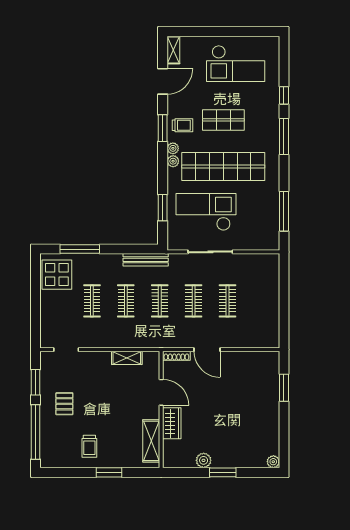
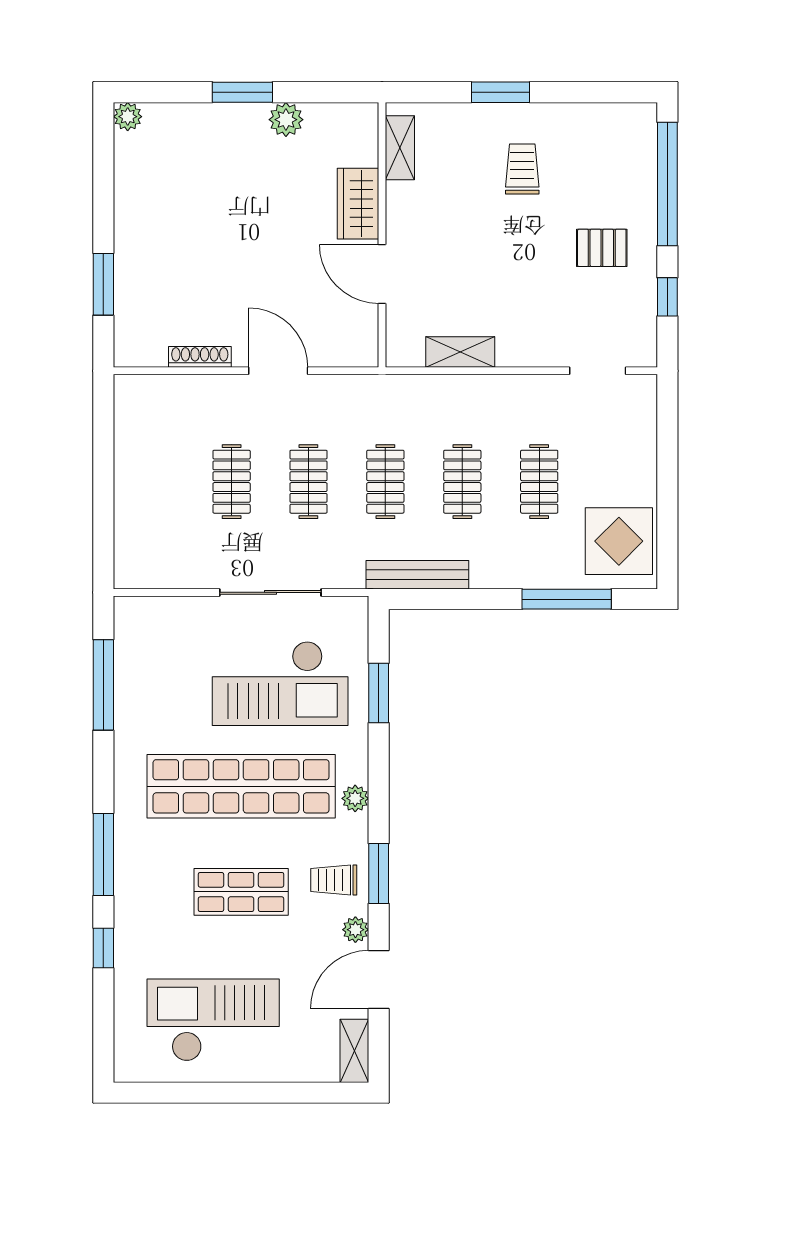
plant: (173, 148) -> (355, 930), moved
shoe rack: (176, 356) -> (200, 357), moved
window: (35, 382) -> (667, 297), width x0.67
pallet: (64, 404) -> (602, 248), turned 90
shelving: (151, 441) -> (400, 148), width x0.67, depth x0.75
trolley: (89, 446) -> (522, 169), moved

